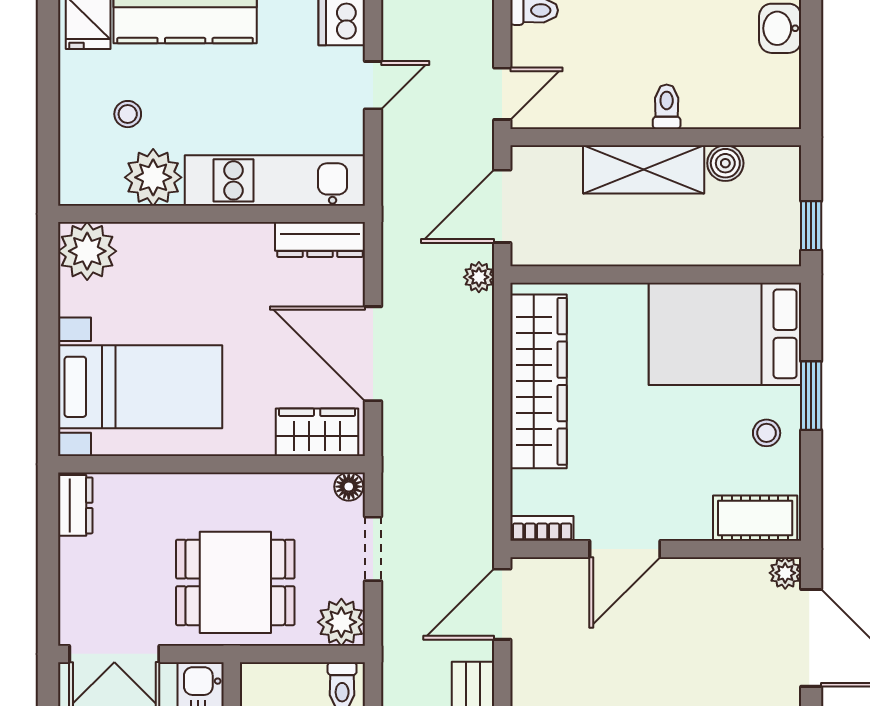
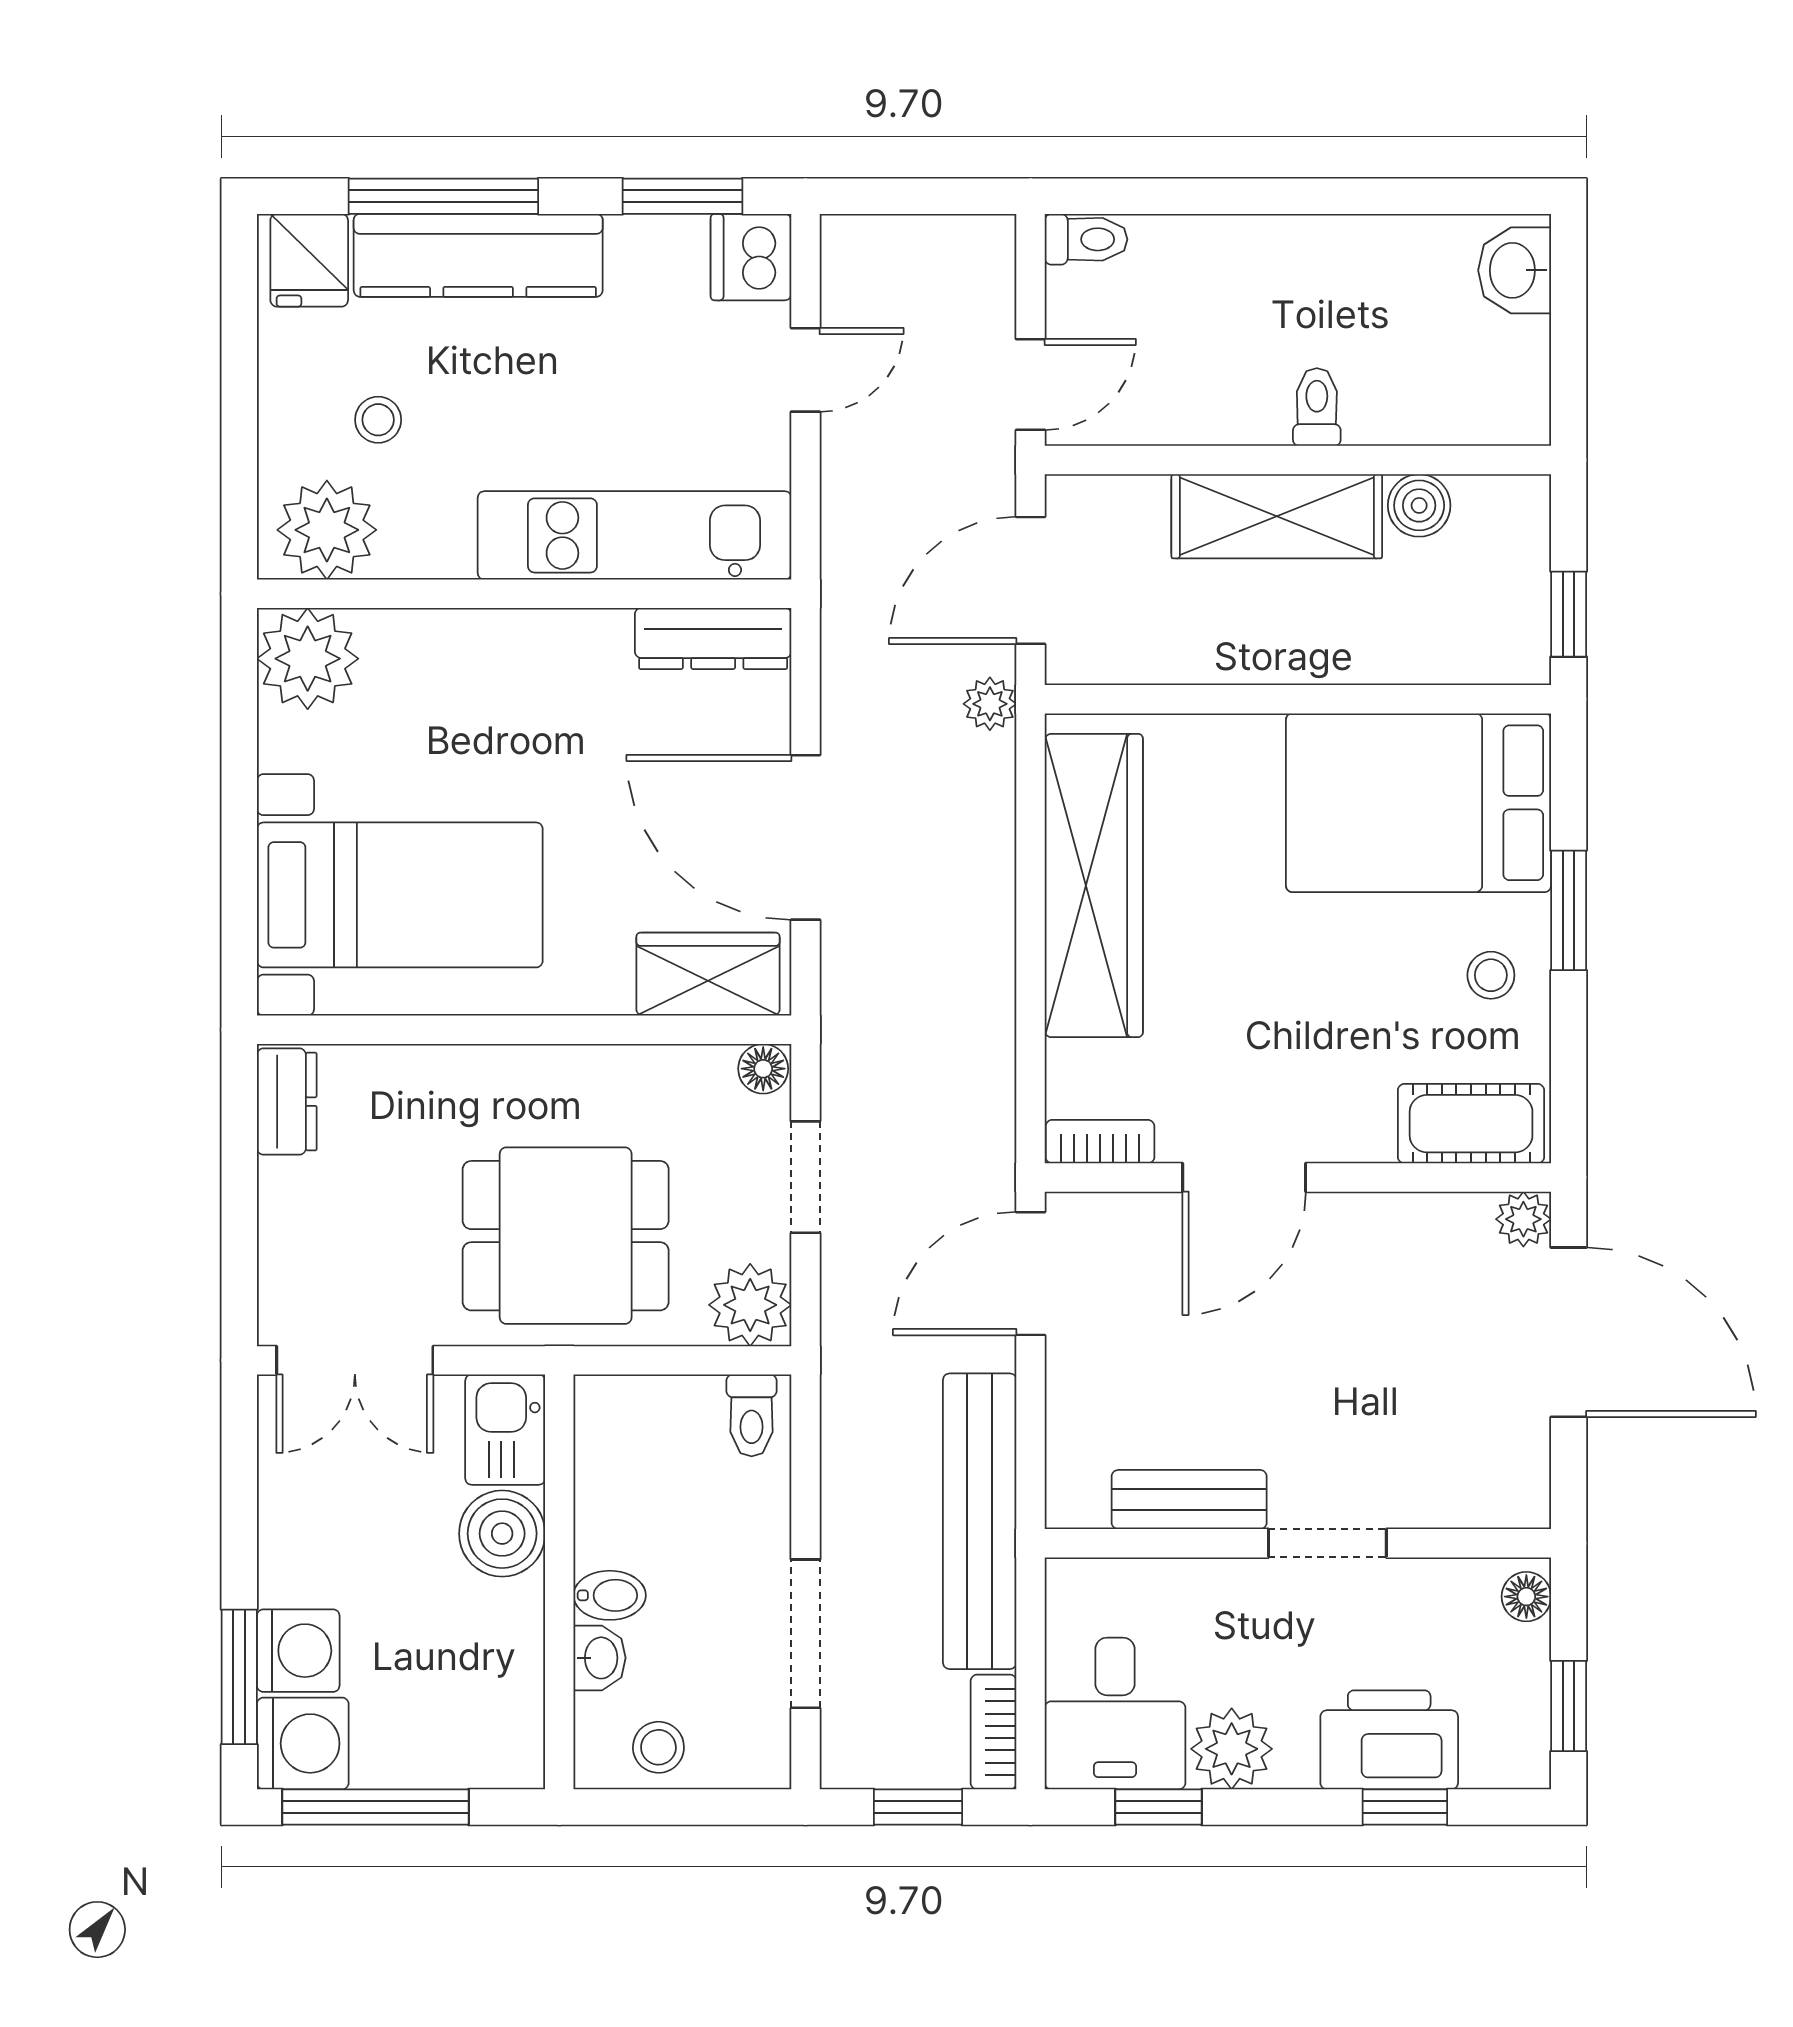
plant: (153, 177) -> (327, 530), moved

